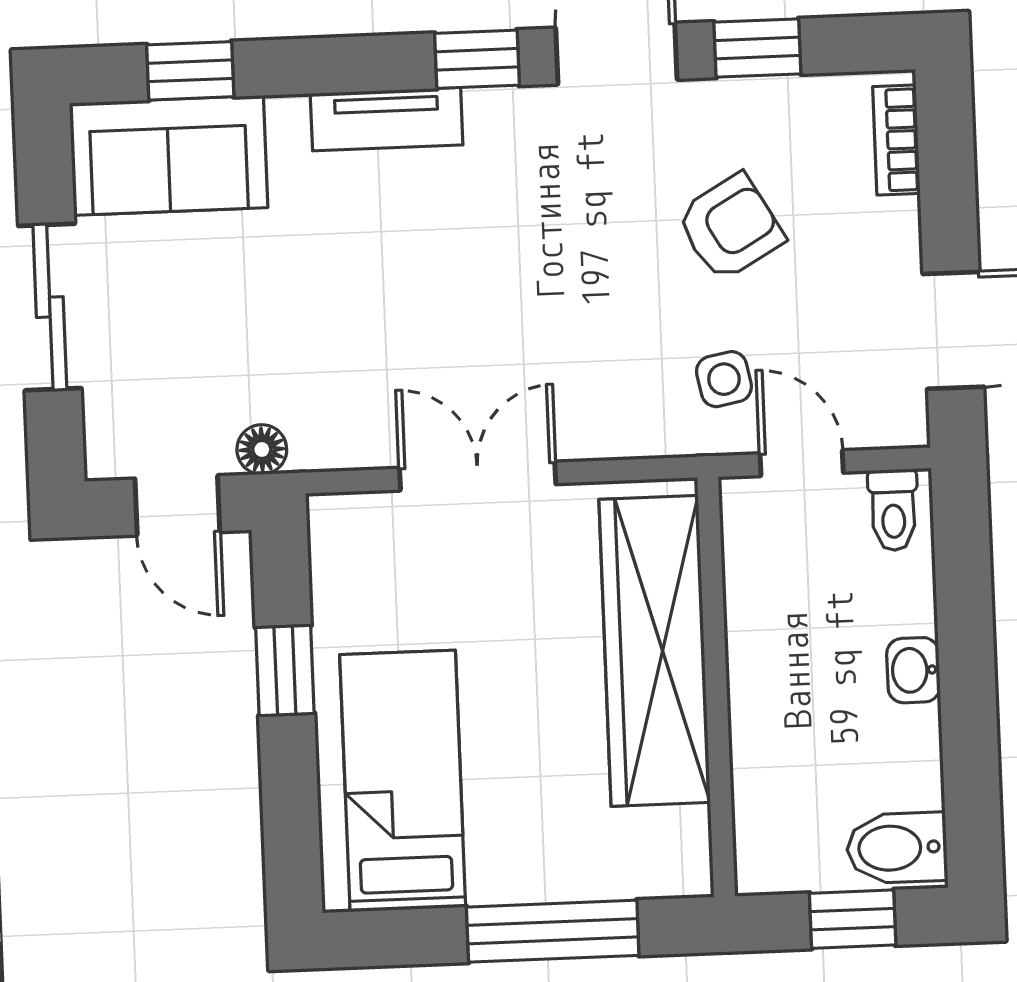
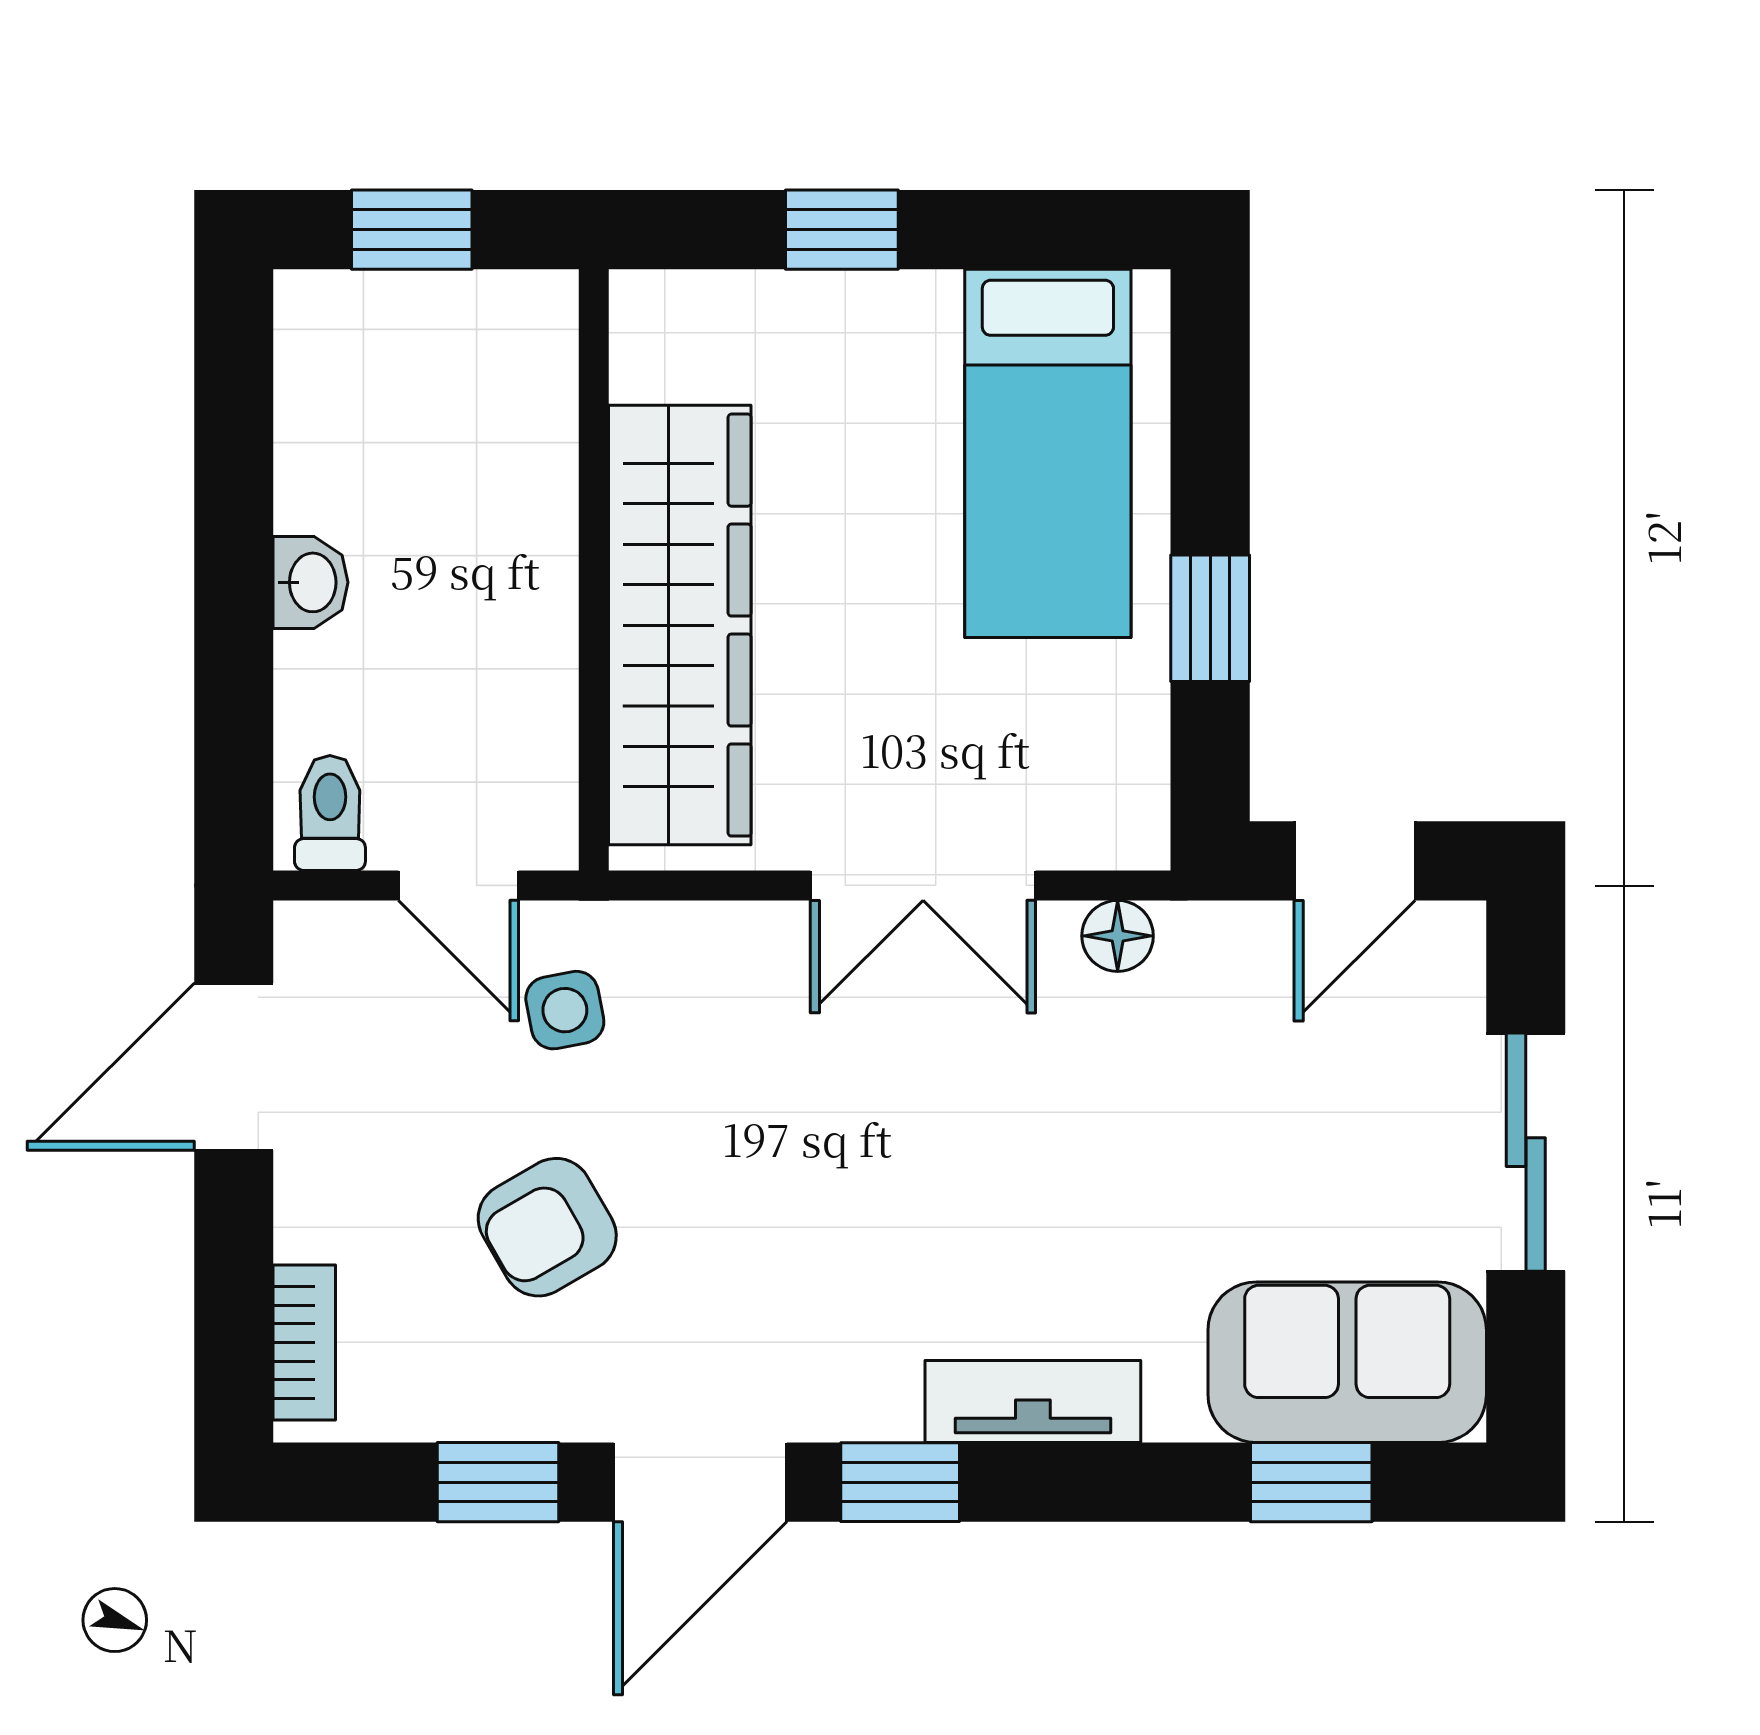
floor lamp: (262, 450) -> (1118, 936), moved
door: (177, 505) -> (1355, 861), swing flipped
bidet: (897, 848) -> (344, 329), removed
window: (553, 931) -> (842, 230), width x0.46

